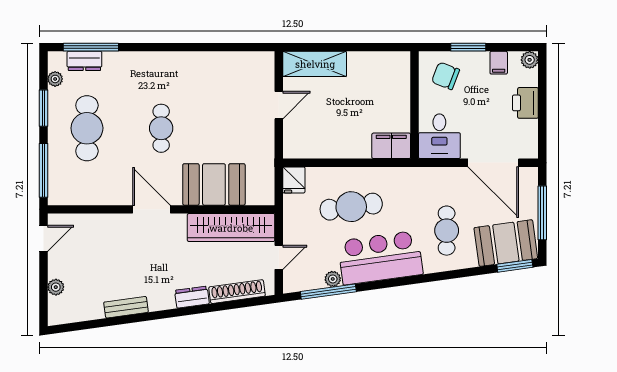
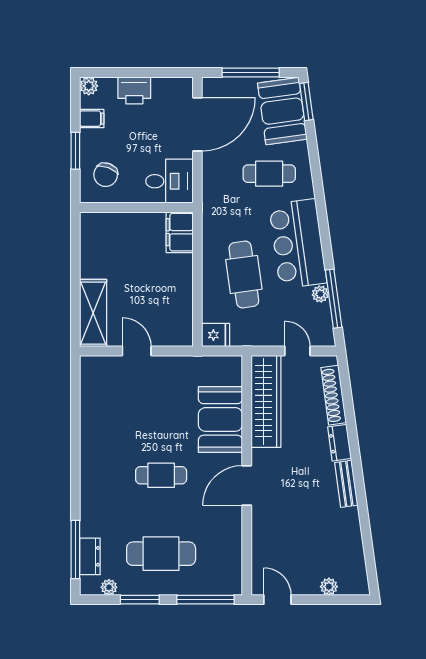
bench: (126, 307) -> (346, 484), moved

